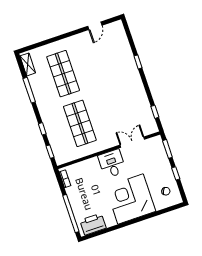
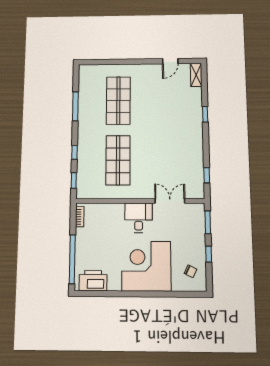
shelving: (28, 64) -> (196, 75), moved

